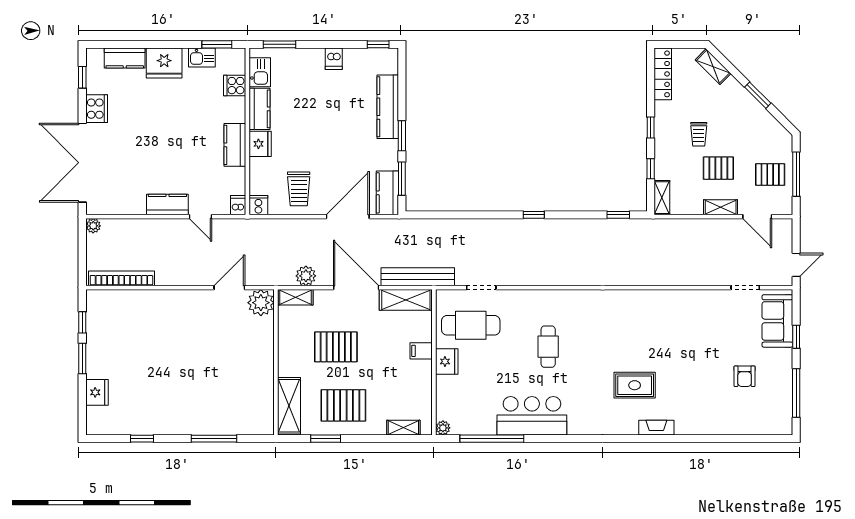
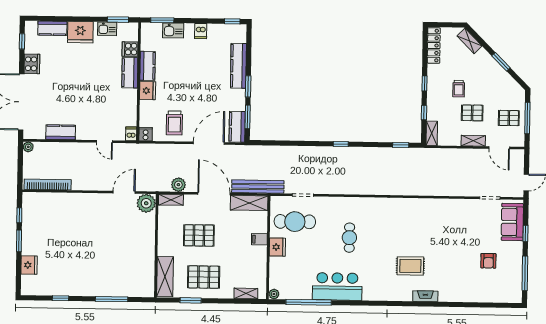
kitchen sink: (260, 72) -> (173, 30), moved, turned 90
kitchen counter: (235, 145) -> (130, 73), moved
kitchen counter: (167, 204) -> (61, 132), moved

